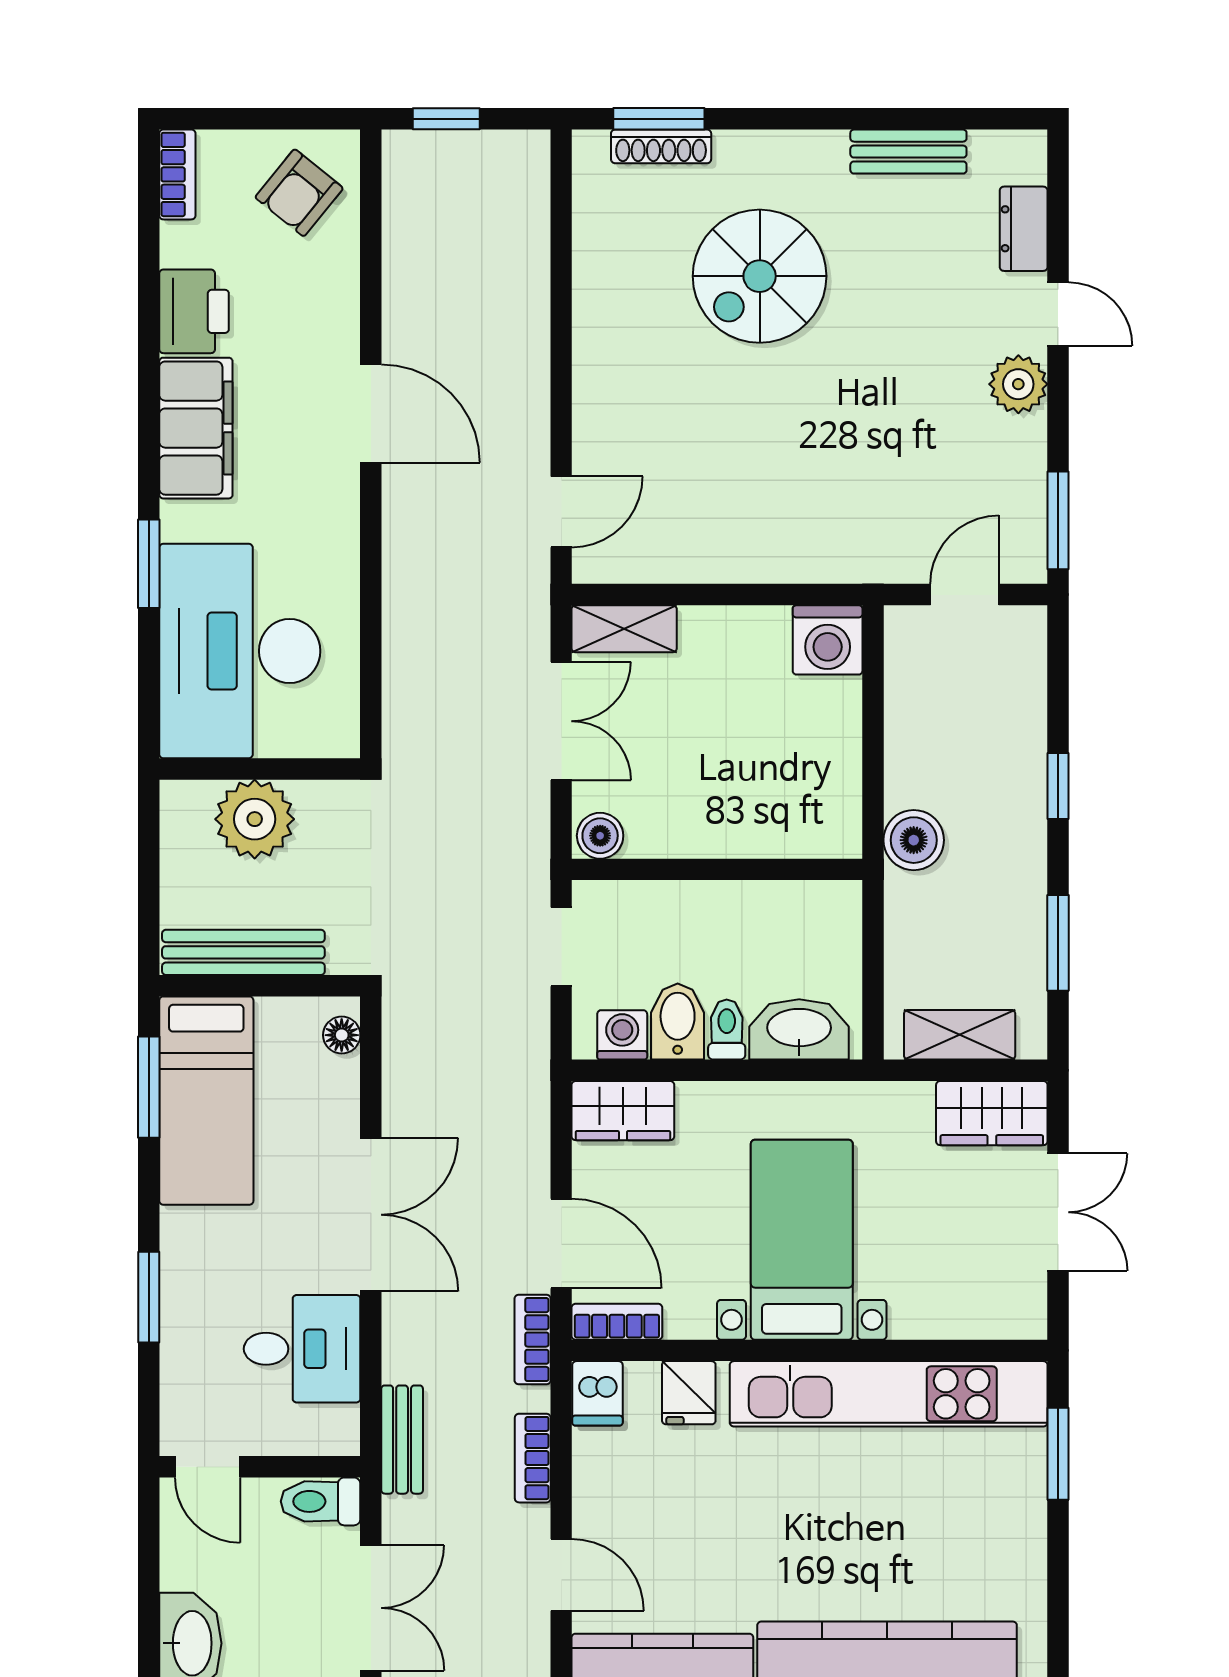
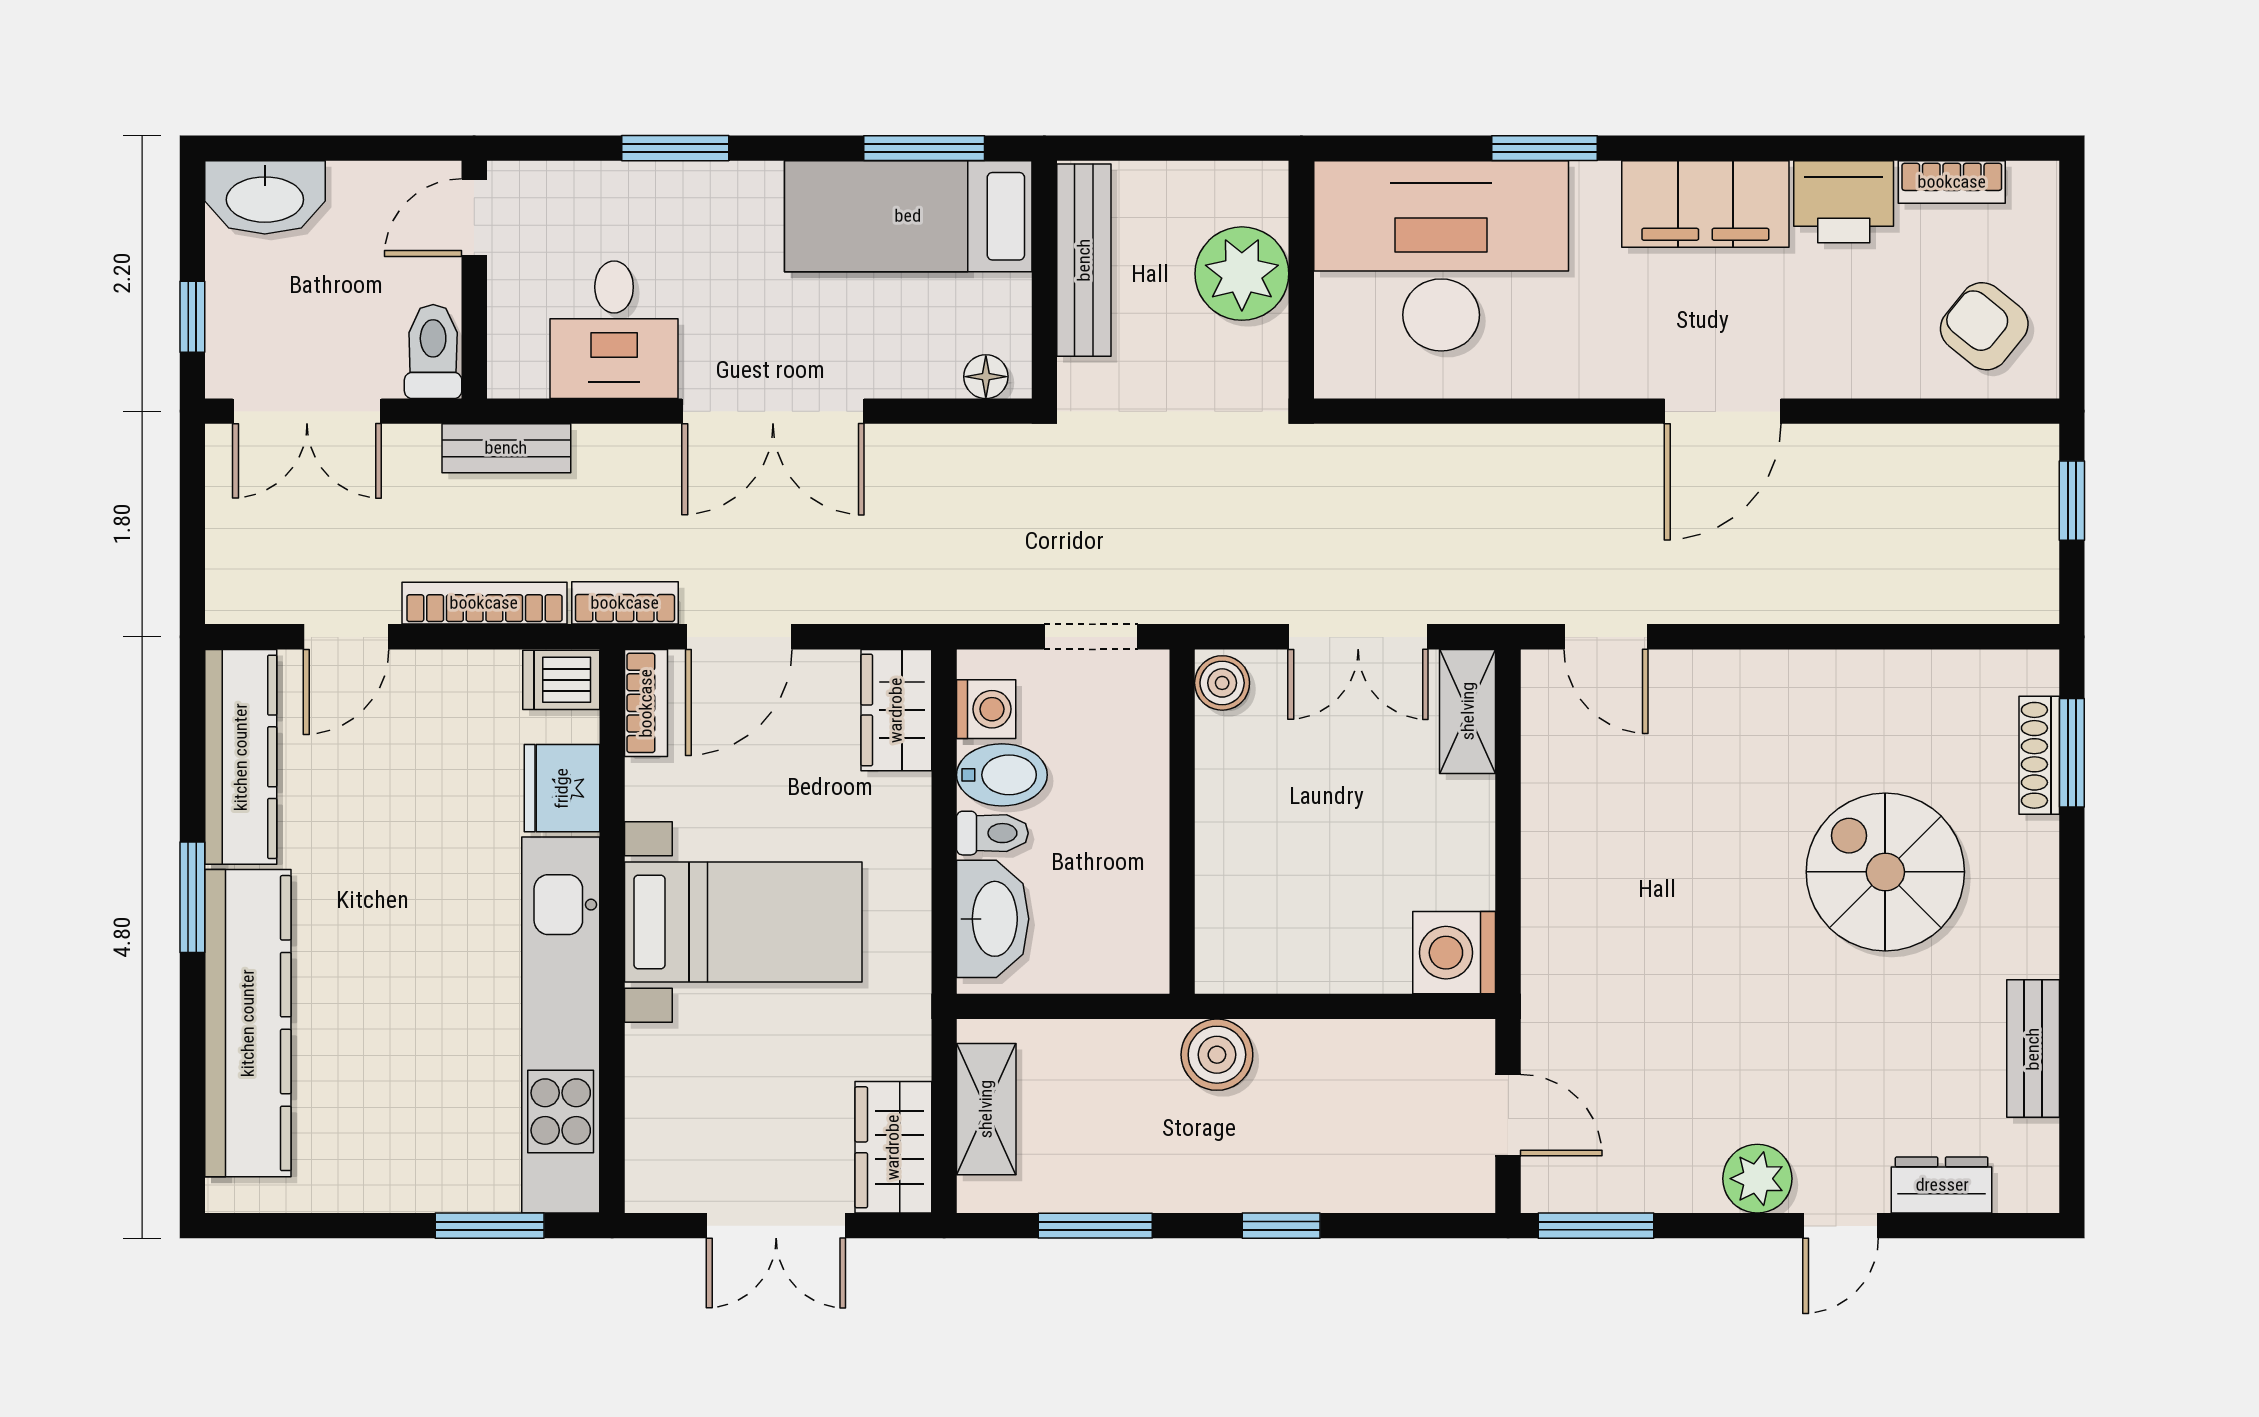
bookcase: (177, 174) -> (1952, 182), moved
fridge: (689, 1393) -> (562, 788), width x1.38
bookcase: (533, 1458) -> (484, 603), width x1.56

